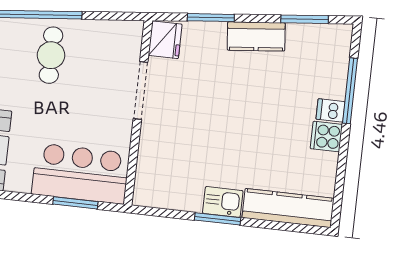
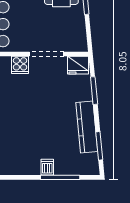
kitchen counter: (256, 36) -> (87, 127), width x1.50
cooker: (326, 137) -> (20, 65), moved, turned 180

